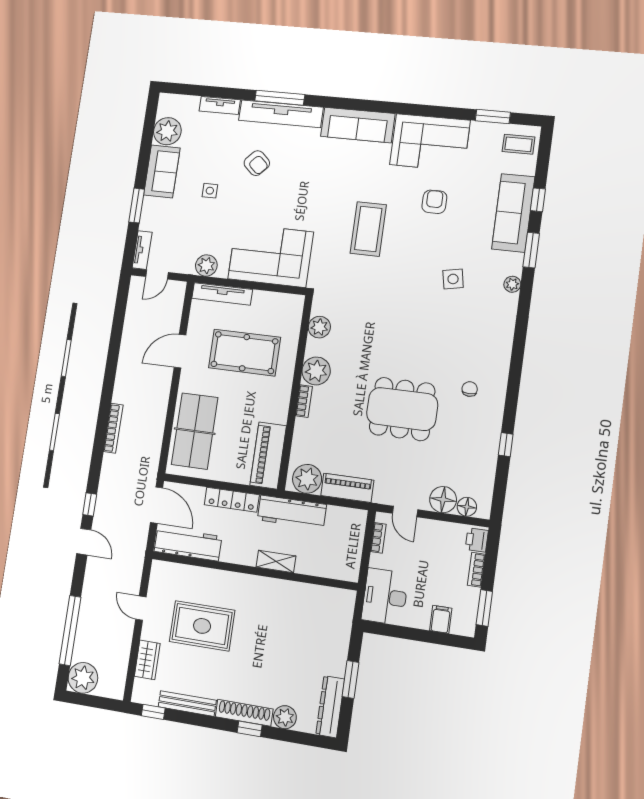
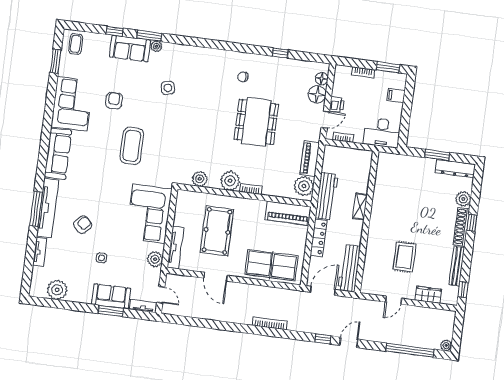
sofa: (162, 171) -> (111, 296), moved
armchair: (434, 202) -> (114, 101), turned 90
sofa: (513, 213) -> (130, 49), width x0.73
coffee table: (368, 229) -> (132, 146), turned 90
plant: (512, 284) -> (156, 46), moved
printer: (477, 540) -> (337, 105), moved, turned -90
rug: (202, 626) -> (404, 257), width x0.73, depth x0.70
plant: (83, 678) -> (446, 345), width x0.53, depth x0.53

